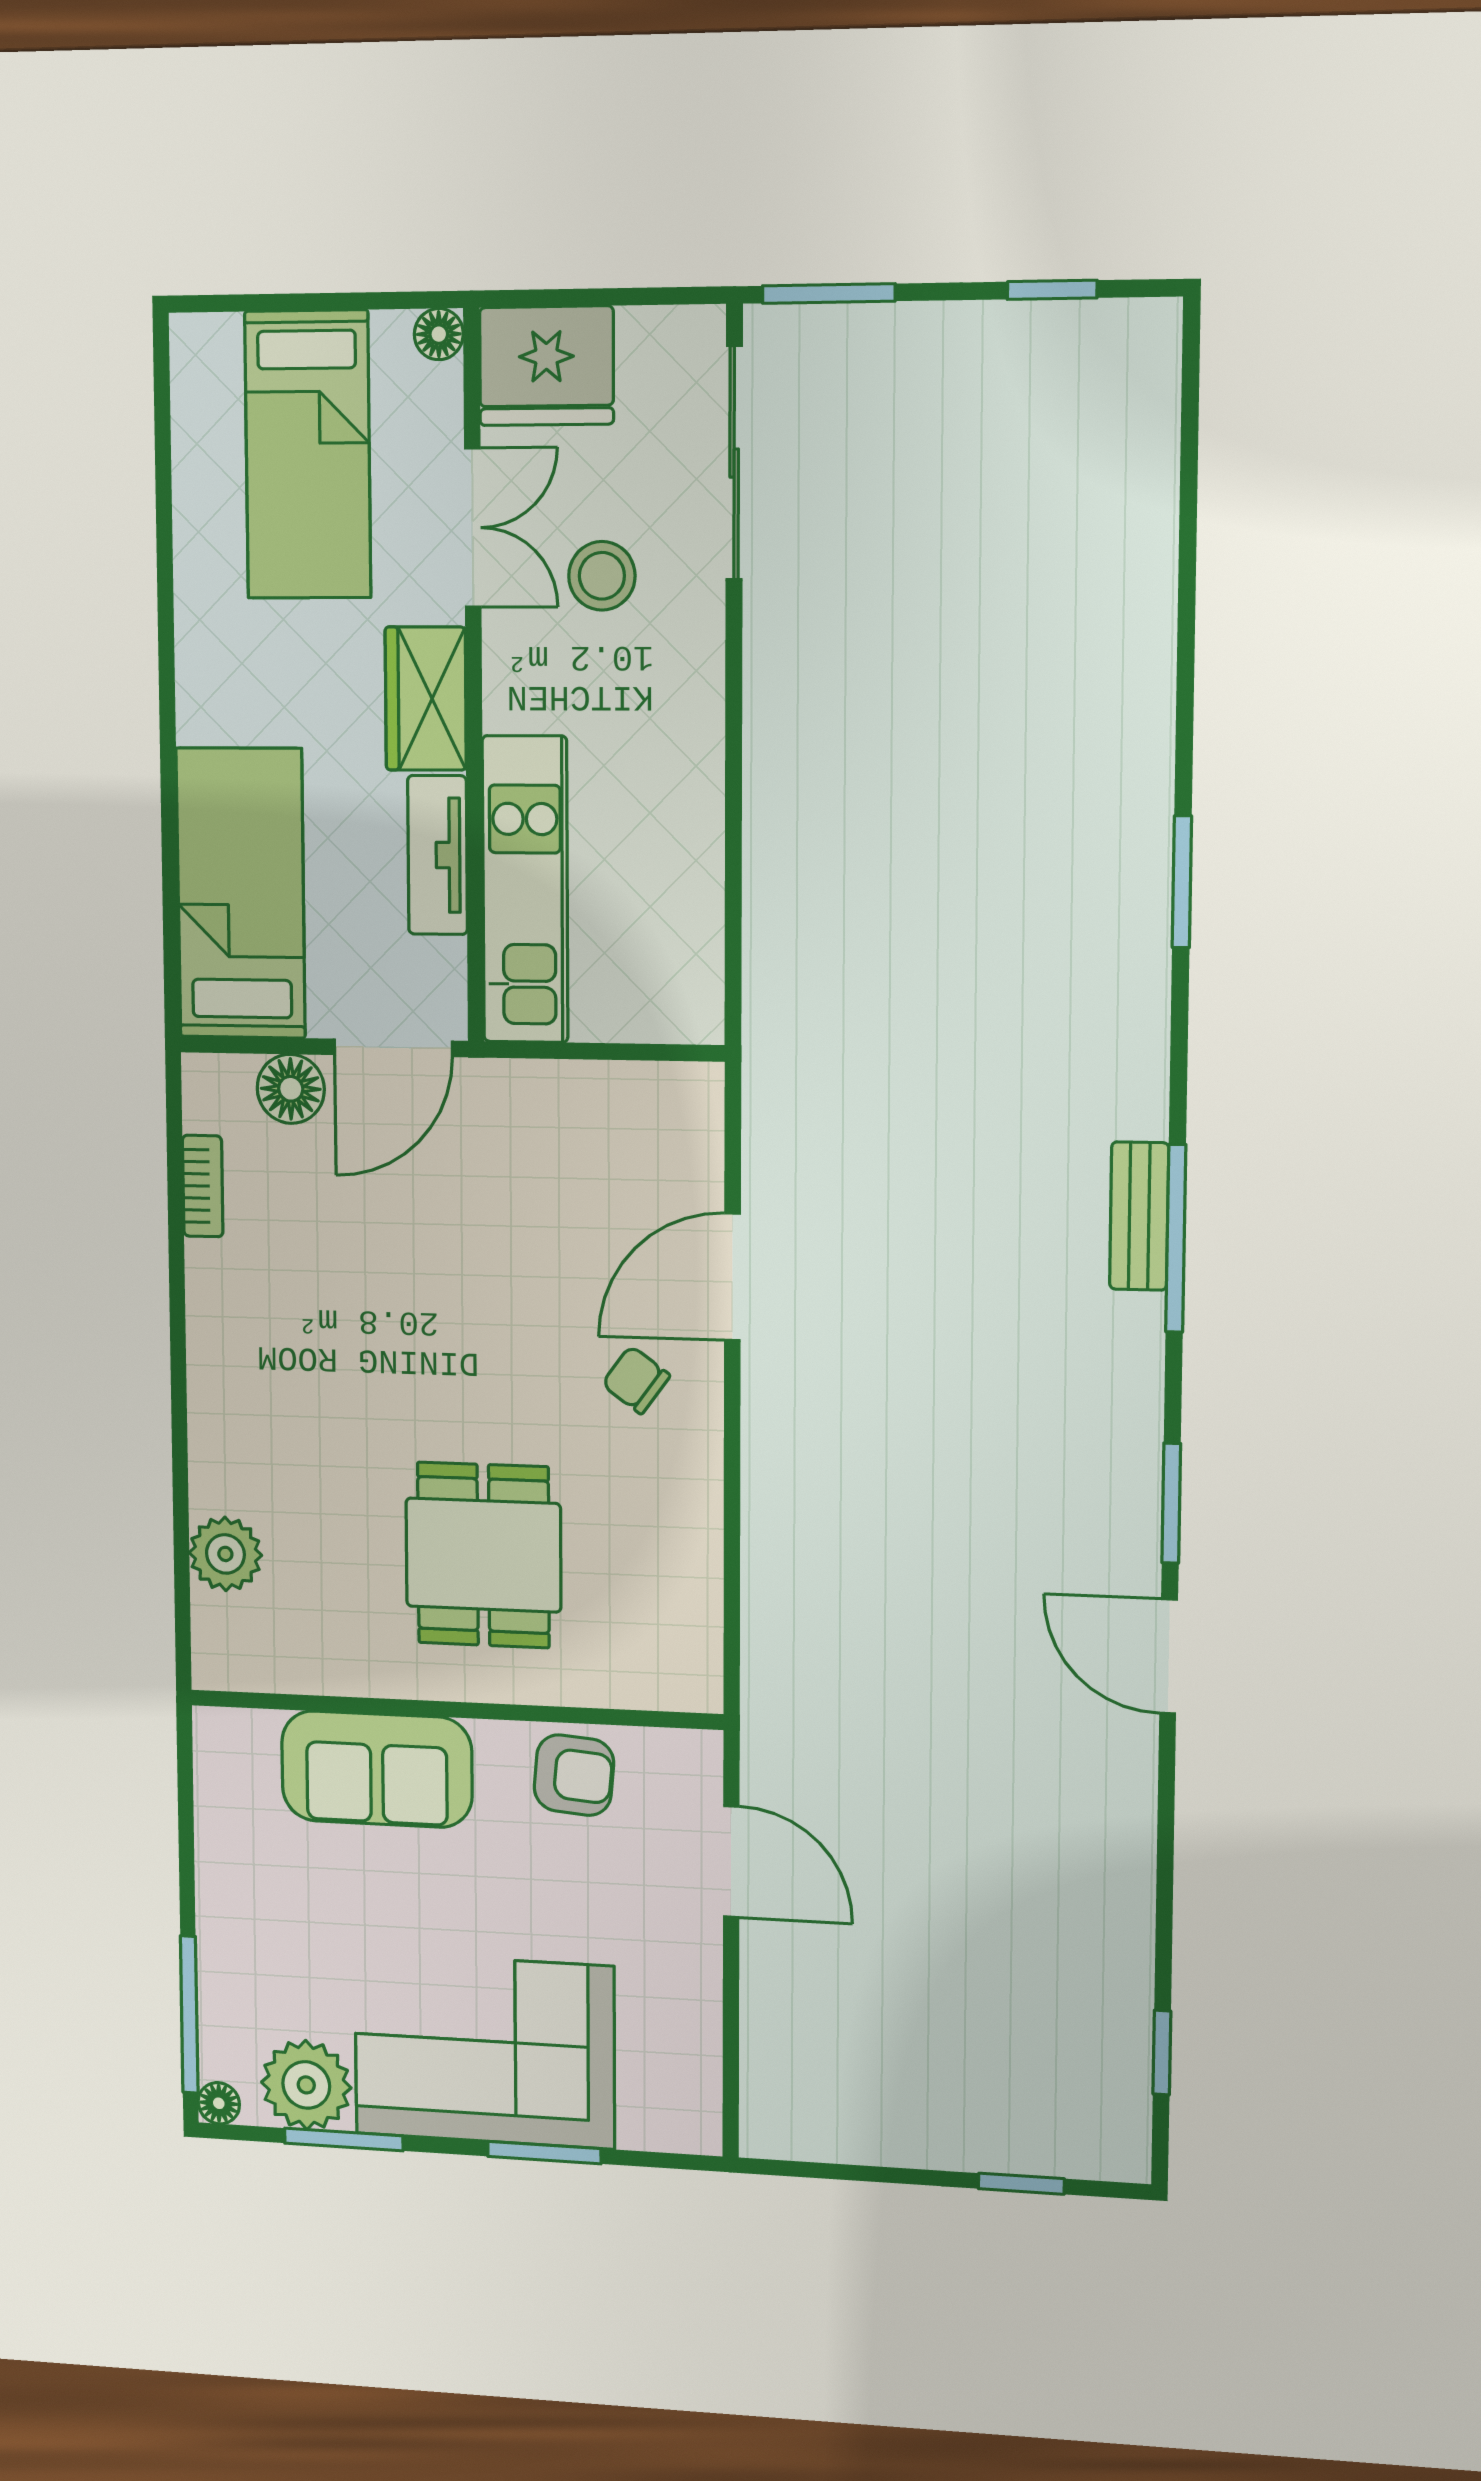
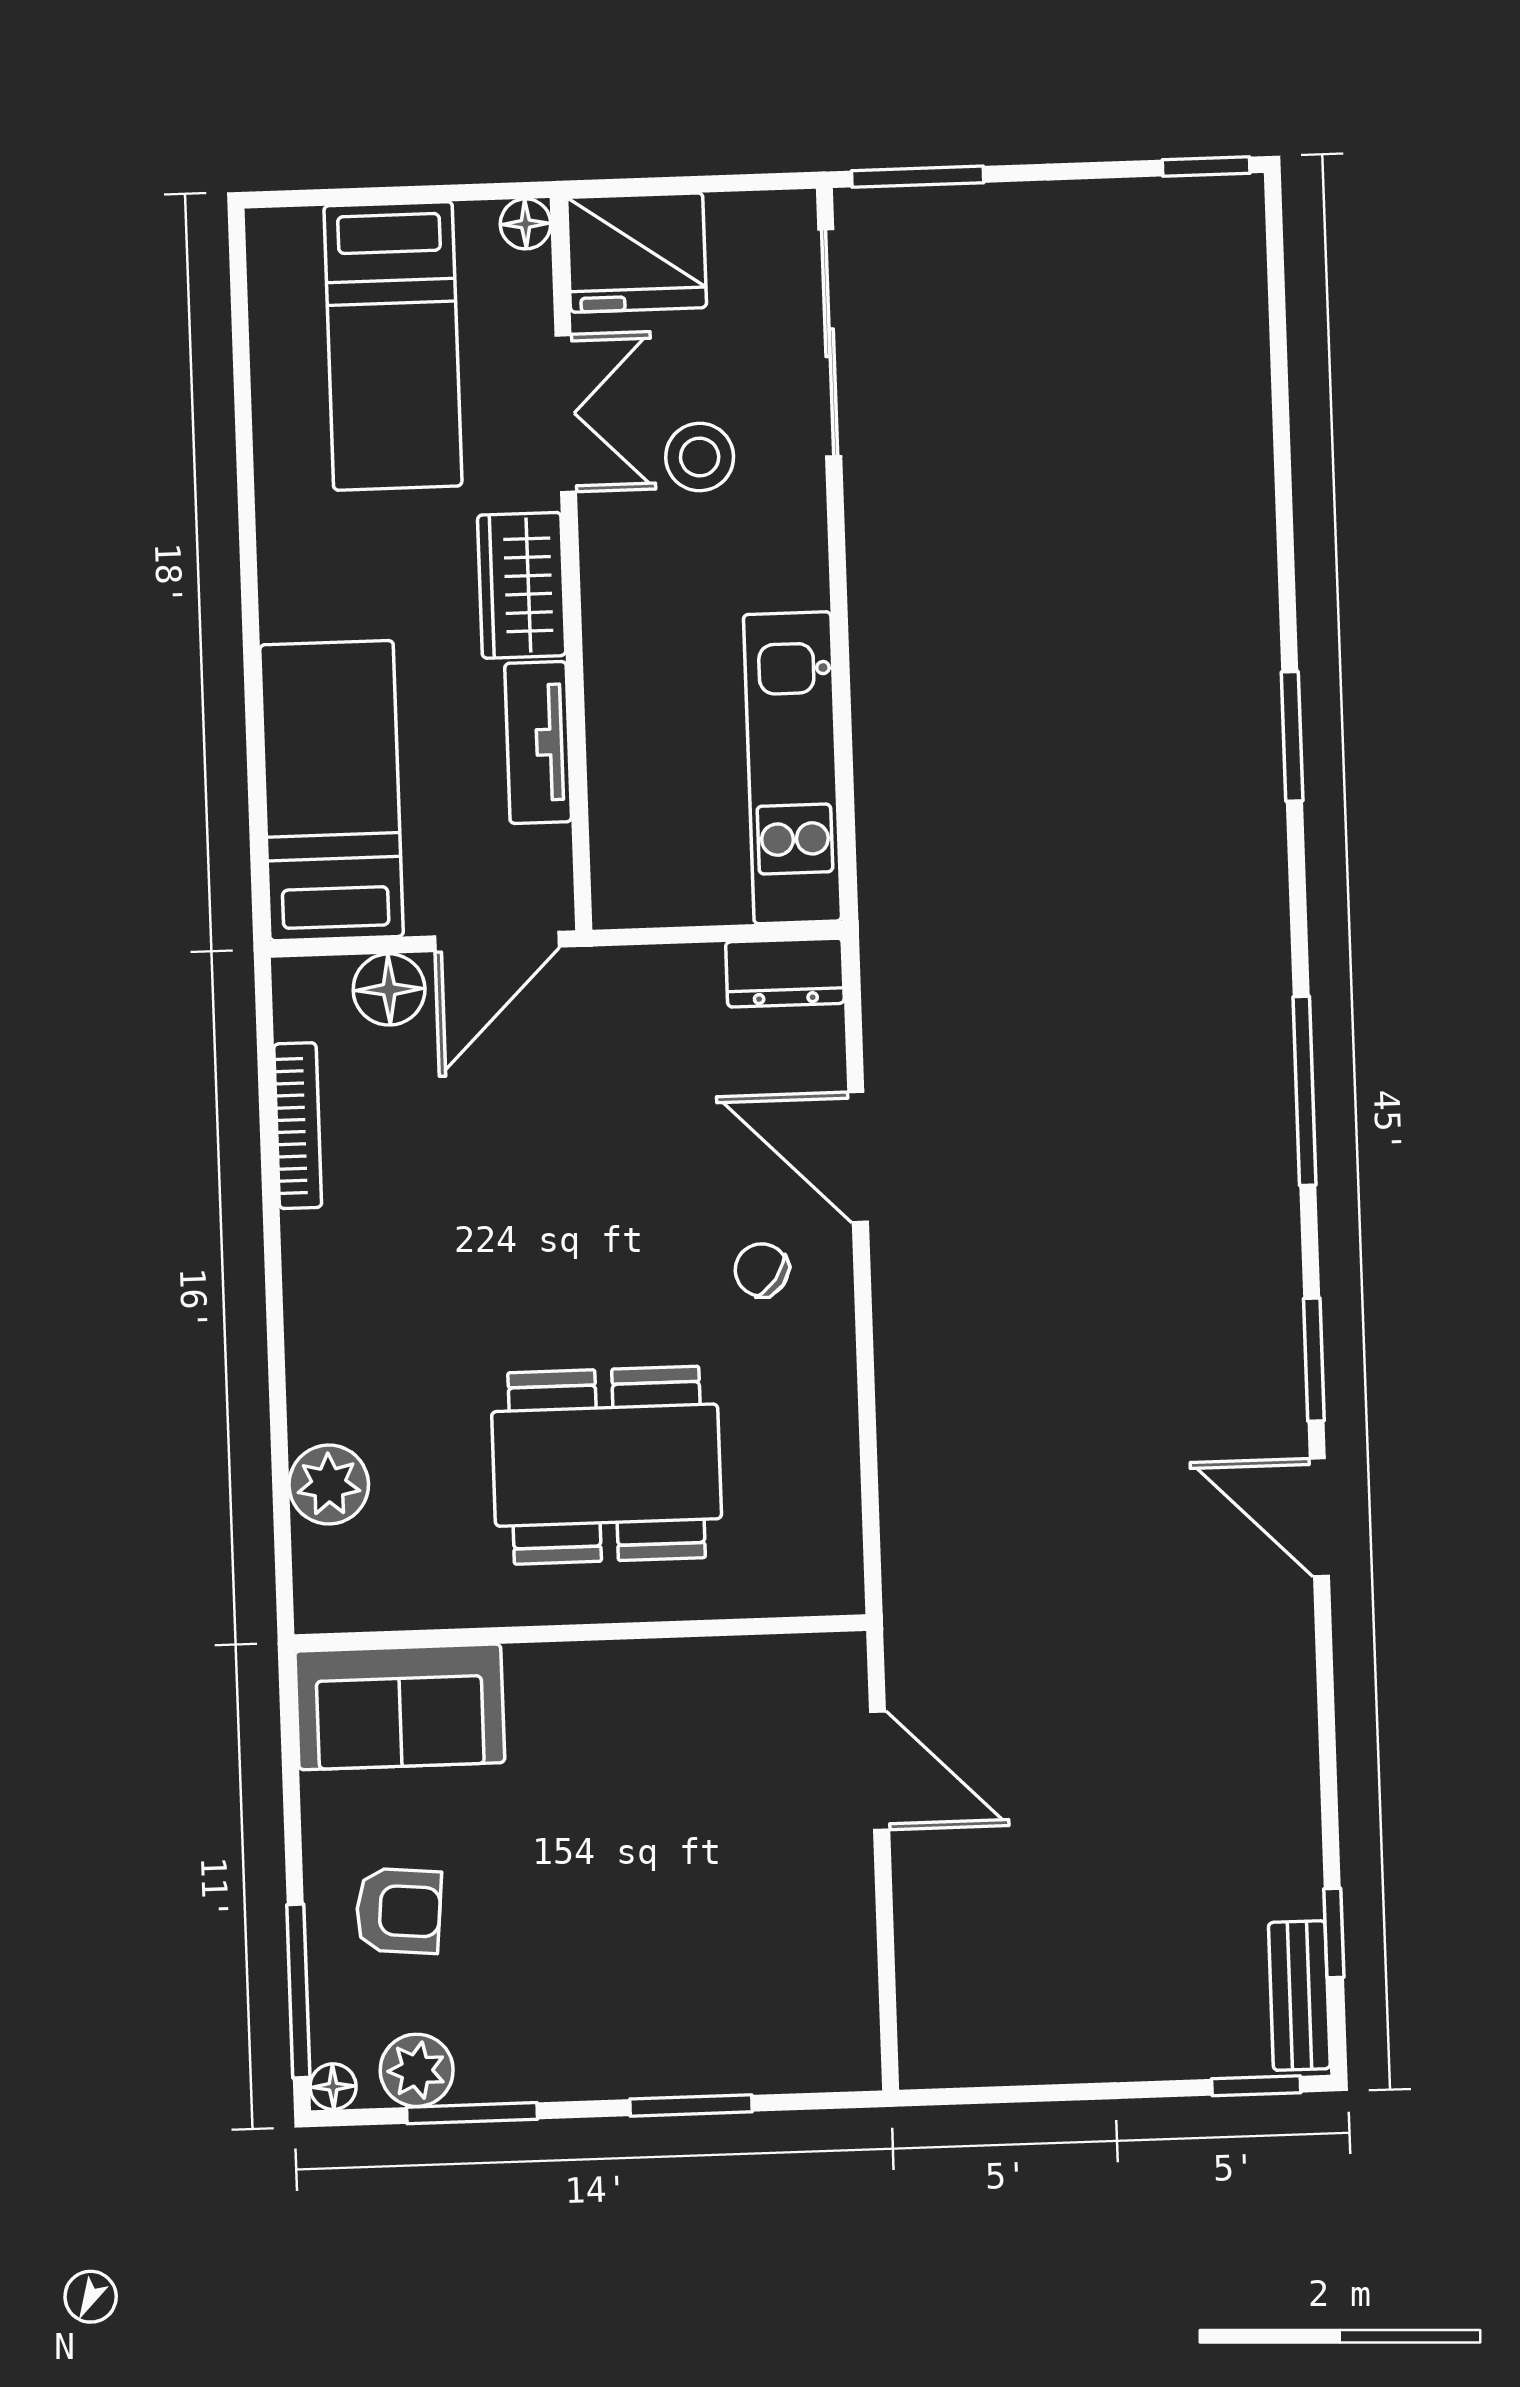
window: (1052, 290) -> (1206, 167), moved
kitchen unit: (525, 890) -> (792, 768), moved, turned 180
dresser: (668, 1093) -> (785, 973), added
bookcase: (203, 1186) -> (298, 1126), width x1.56
bench: (1139, 1216) -> (1299, 1996), moved
door: (732, 1277) -> (858, 1157), hinge flipped
dining table: (483, 1555) -> (607, 1465), width x1.38
sofa: (377, 1769) -> (400, 1707), moved
armchair: (574, 1775) -> (398, 1911), moved
corner sofa: (484, 2050) -> (623, 1999), removed
plant: (306, 2085) -> (417, 2070), width x0.73, depth x0.73
window: (1021, 2184) -> (1256, 2086), moved

